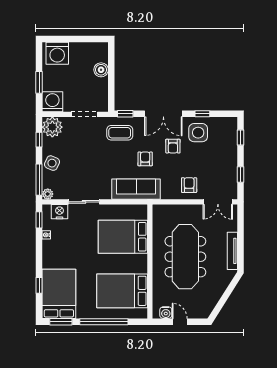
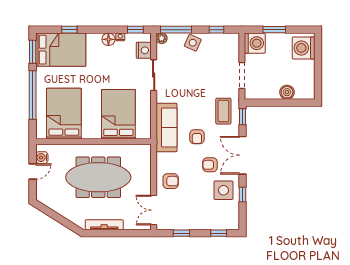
plant: (52, 127) -> (229, 43), removed
armchair: (145, 159) -> (197, 137), turned 90
floor lamp: (49, 247) -> (108, 39), added

